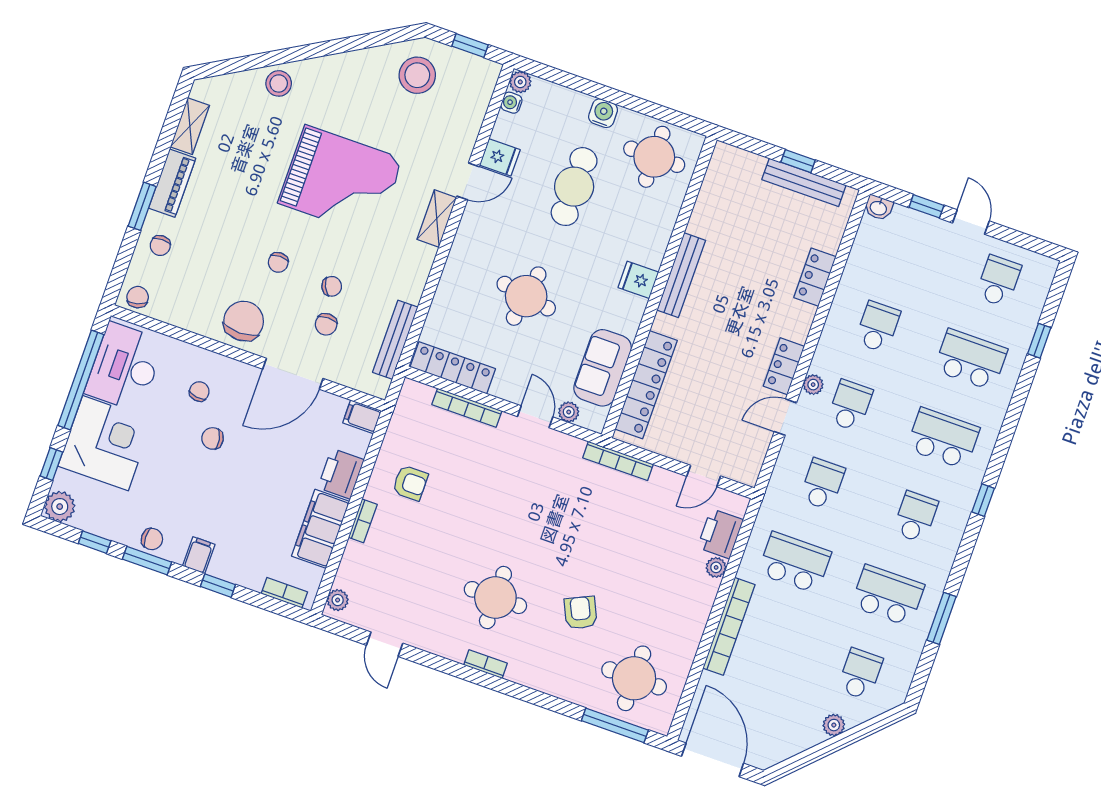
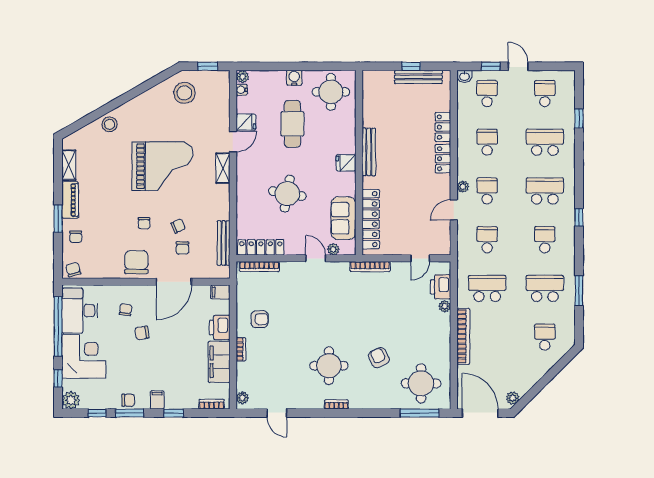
school desk: (905, 248) -> (487, 94), added
locker: (784, 366) -> (443, 159), moved
bookcase: (467, 408) -> (259, 267), moved
plant: (834, 725) -> (513, 398), moved

